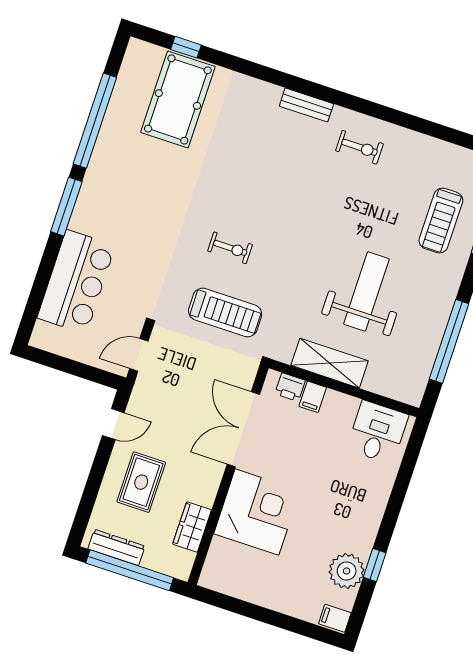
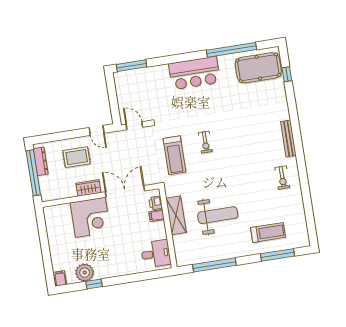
pool table: (178, 99) -> (258, 68), moved
bench: (306, 105) -> (288, 138), width x1.36
window: (66, 207) -> (131, 66), moved
treadmill: (441, 221) -> (268, 232), turned 180
bar counter: (76, 282) -> (194, 73), moved
wardrobe: (192, 527) -> (88, 188), moved

